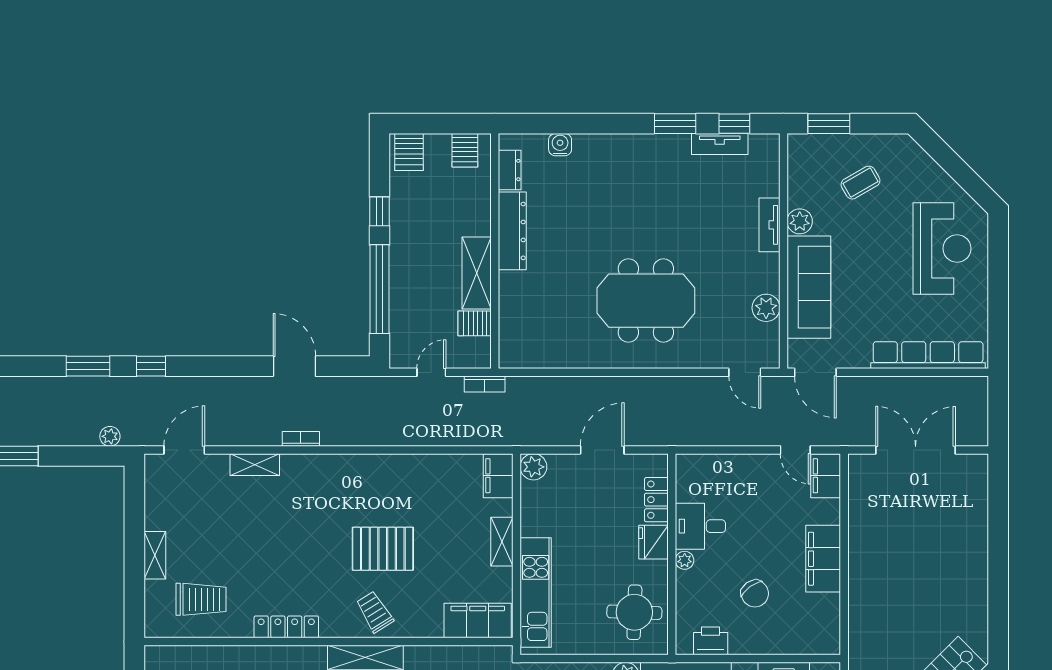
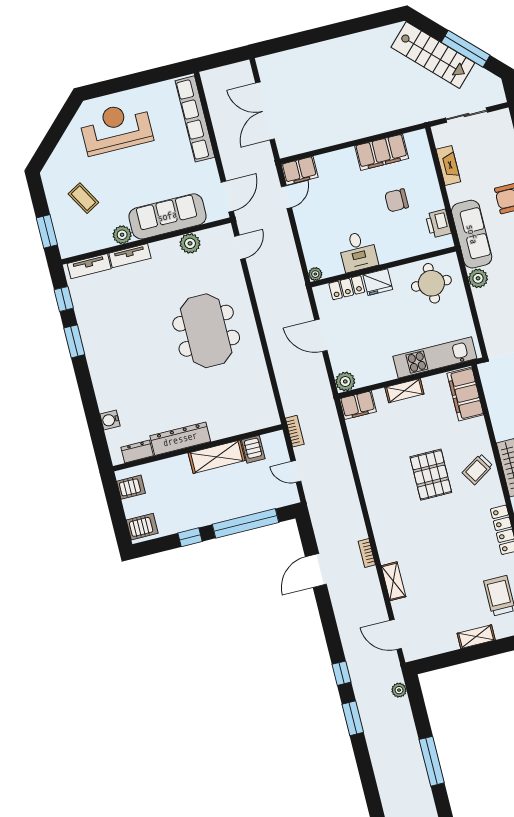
tv unit: (720, 144) -> (89, 266), moved, turned 90
filing cabinet: (823, 559) -> (382, 152), moved
plant: (685, 560) -> (315, 274), moved
chair: (755, 594) -> (396, 200), turned -144

